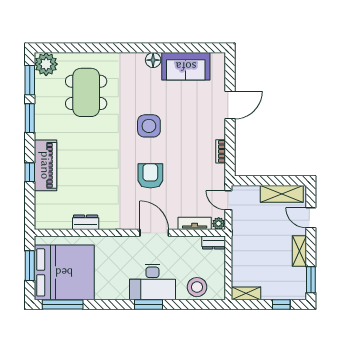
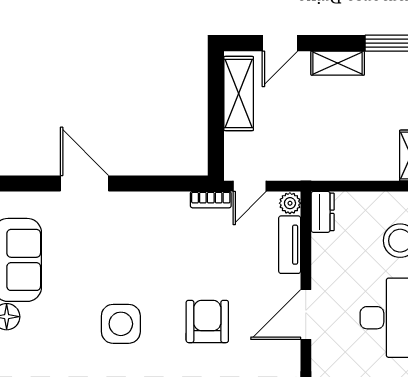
bookcase: (221, 151) -> (211, 200), moved
armchair: (150, 176) -> (207, 321), turned 90

